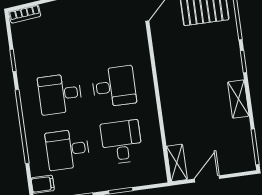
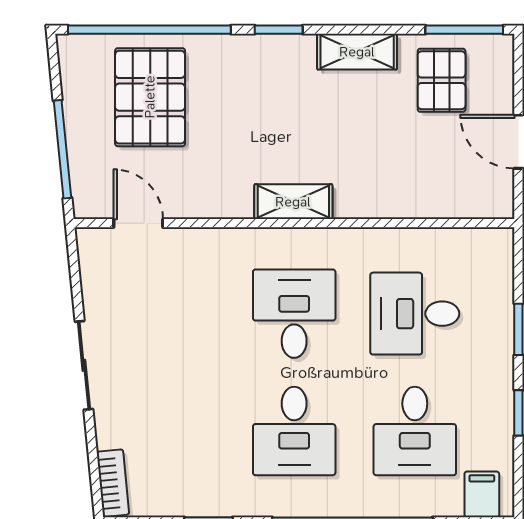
pallet: (230, 140) -> (442, 80), added
shelving: (177, 163) -> (293, 202), moved

